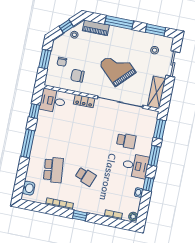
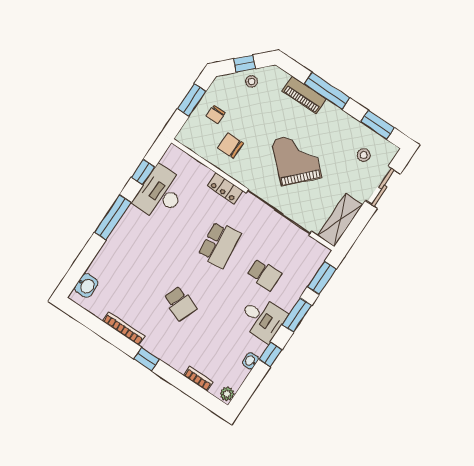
piano: (96, 28) -> (304, 95), moved
desk: (53, 101) -> (161, 193), moved, width x1.37
school desk: (53, 170) -> (219, 245), moved

